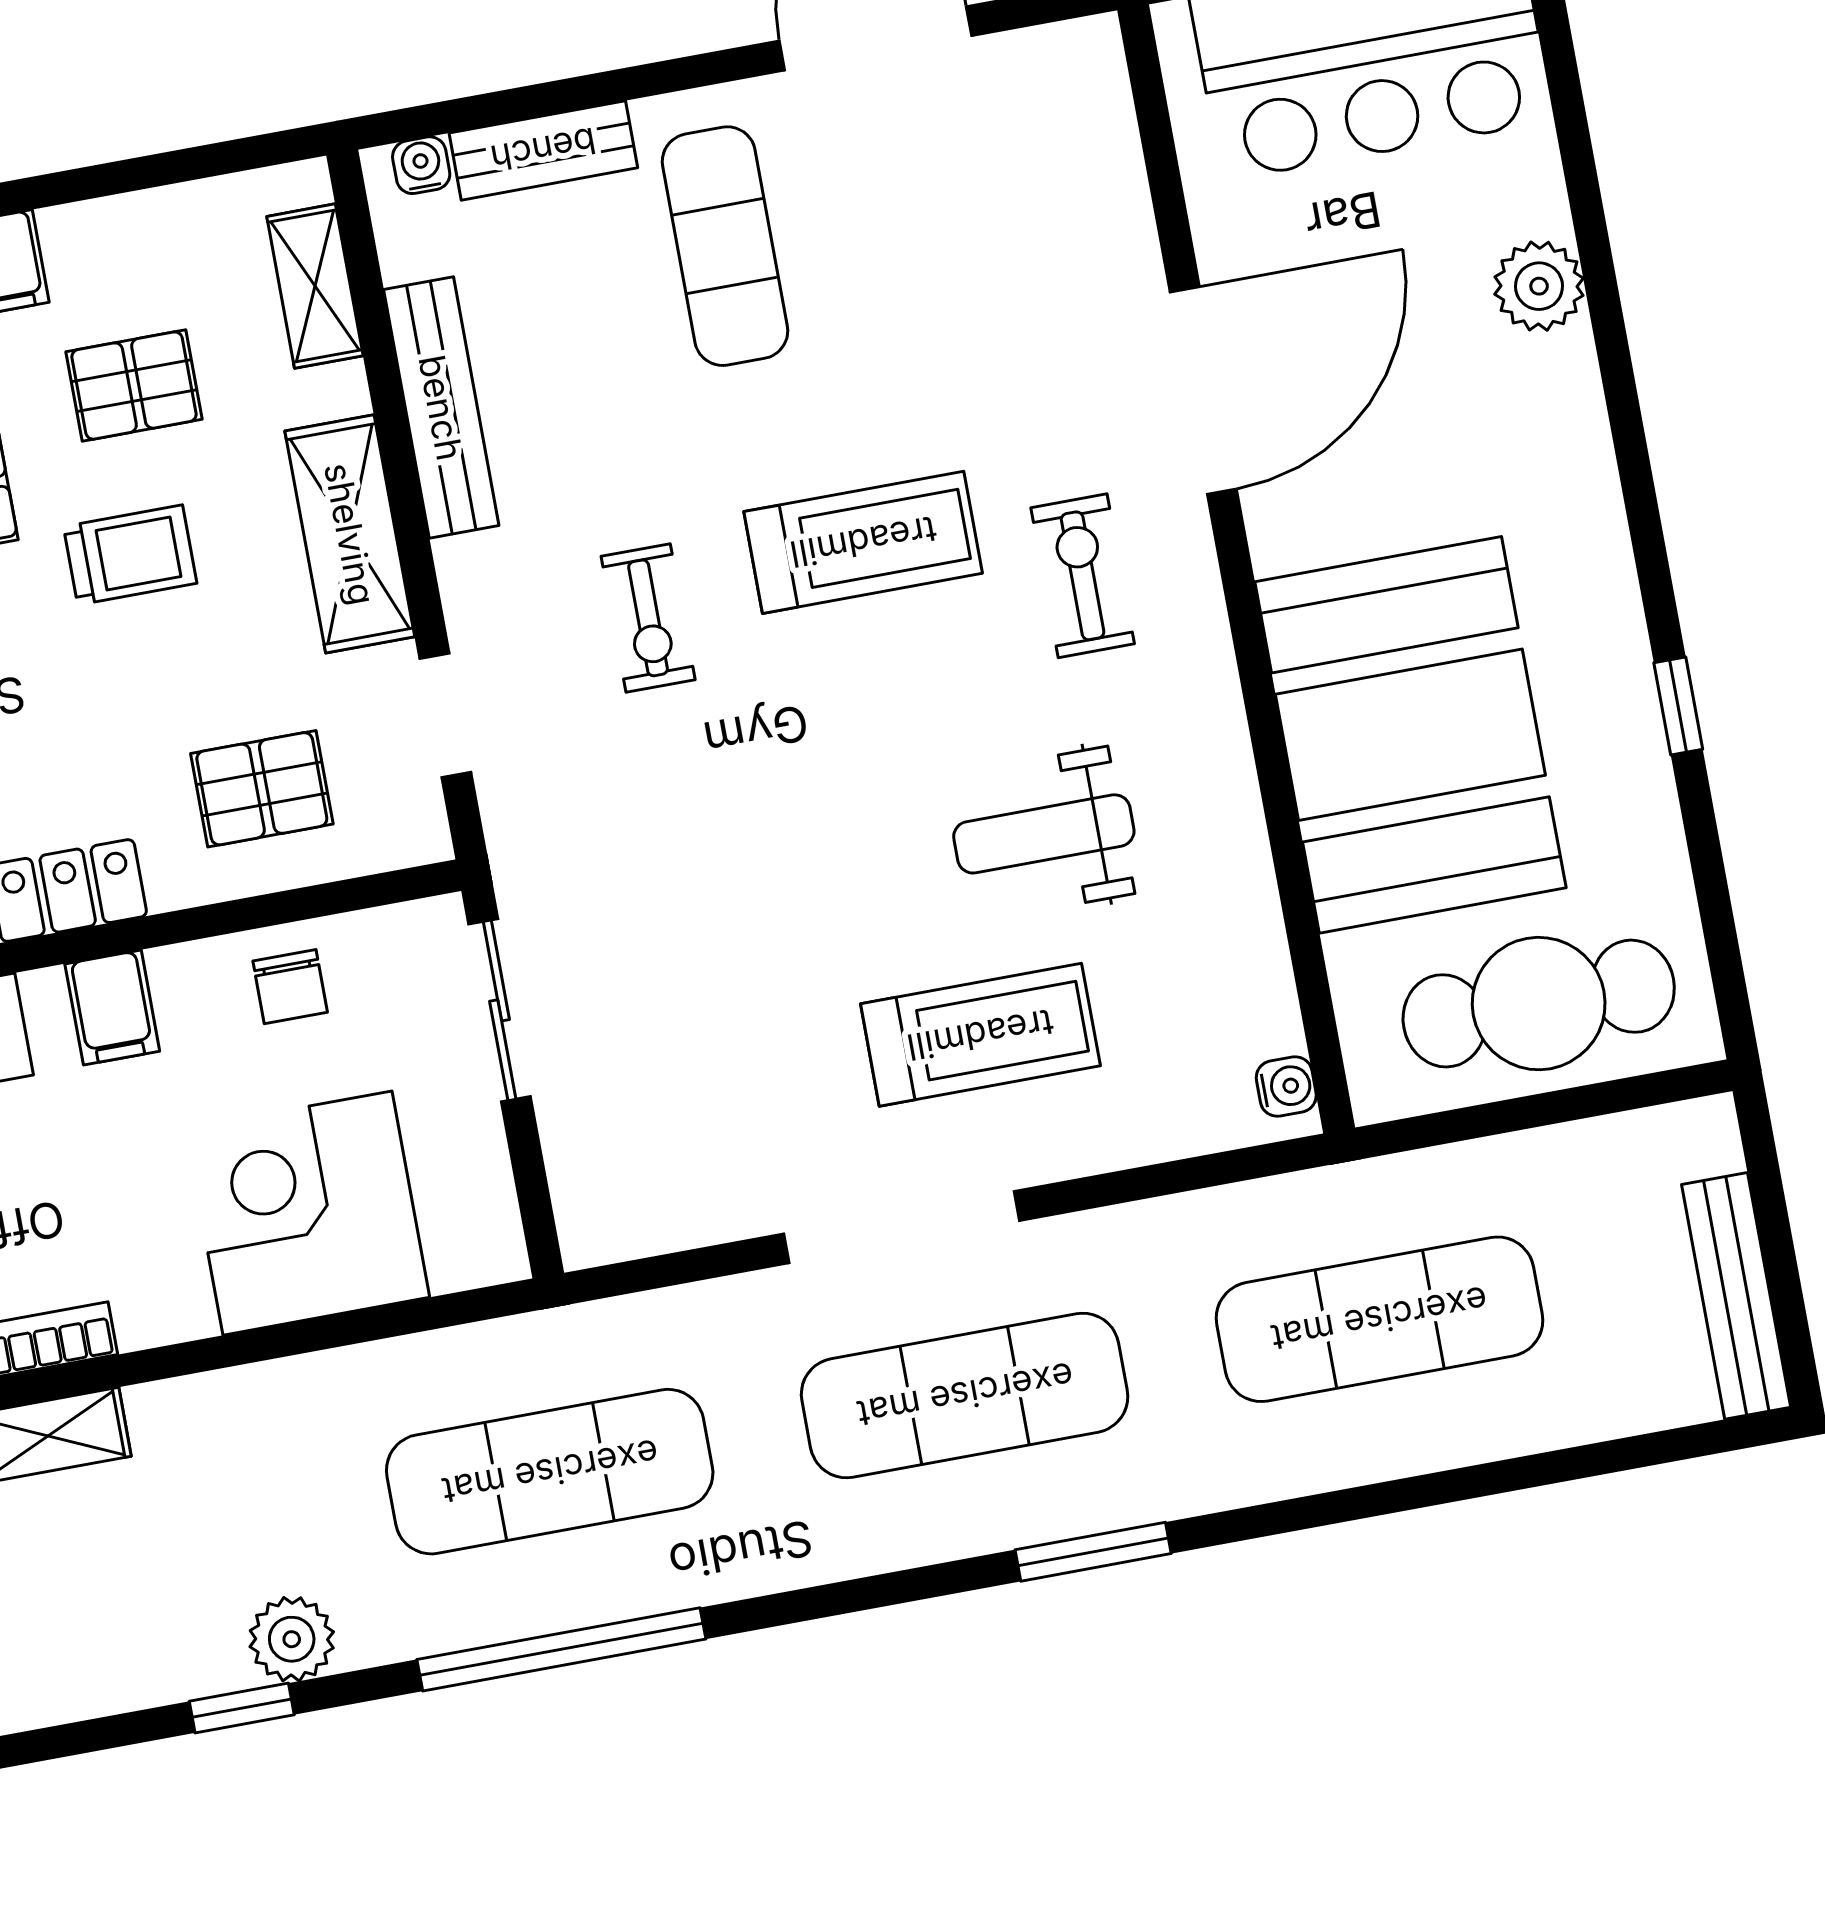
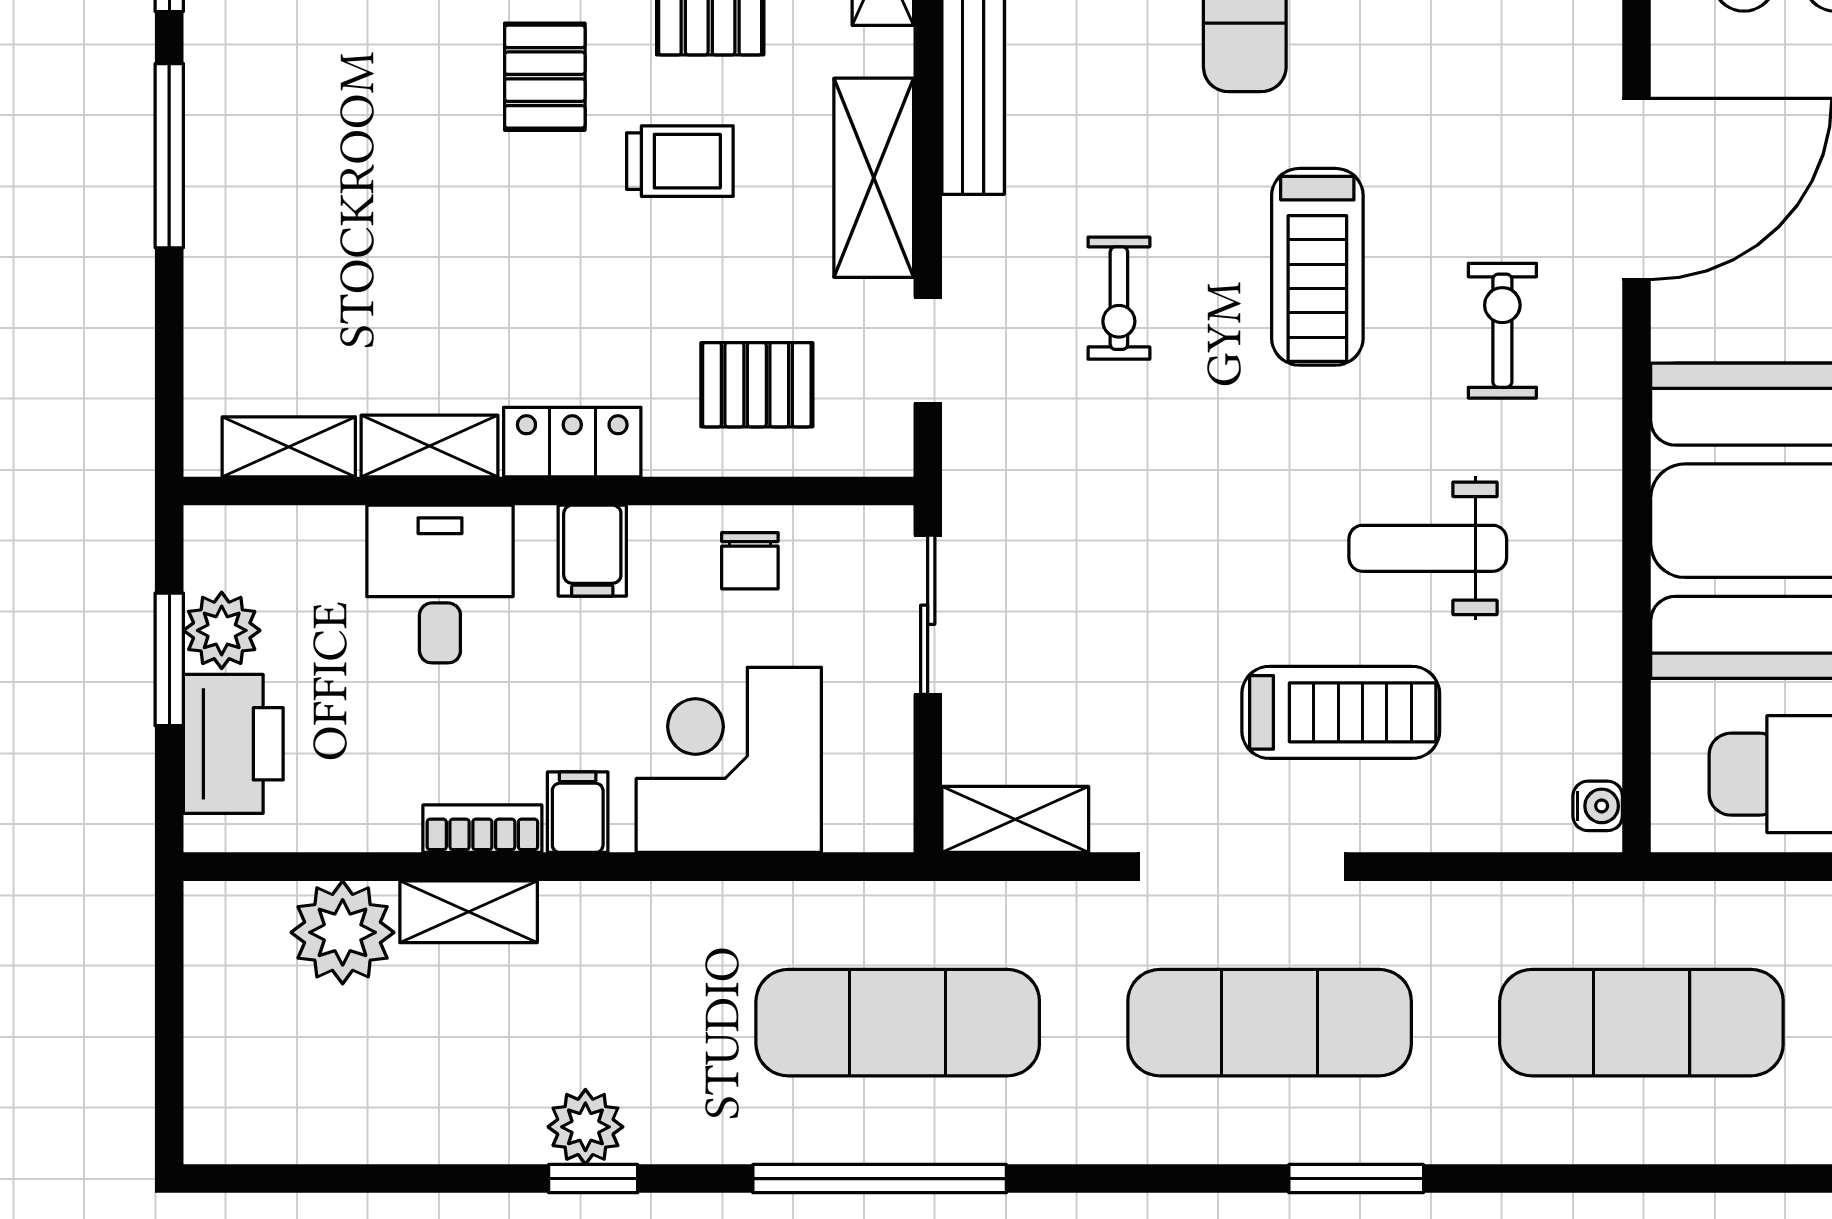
treadmill: (863, 542) -> (1317, 267), turned 90
shelving: (639, 1221) -> (1015, 819), added
filing cabinet: (149, 1302) -> (578, 812), added
plant: (292, 1639) -> (585, 1127), moved

